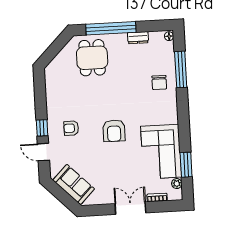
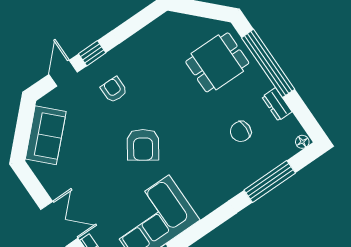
chair: (159, 83) -> (241, 131), moved
armchair: (114, 131) -> (143, 145), turned -56

